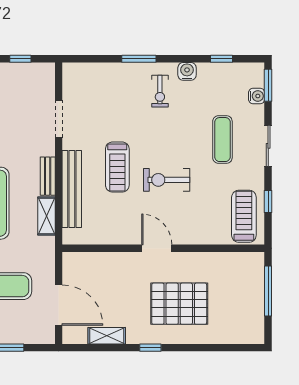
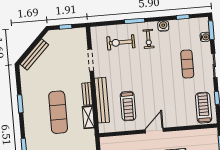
treadmill: (117, 167) -> (128, 106), moved
exercise bike: (167, 180) -> (121, 42), moved
door: (157, 248) -> (154, 131), hinge flipped

